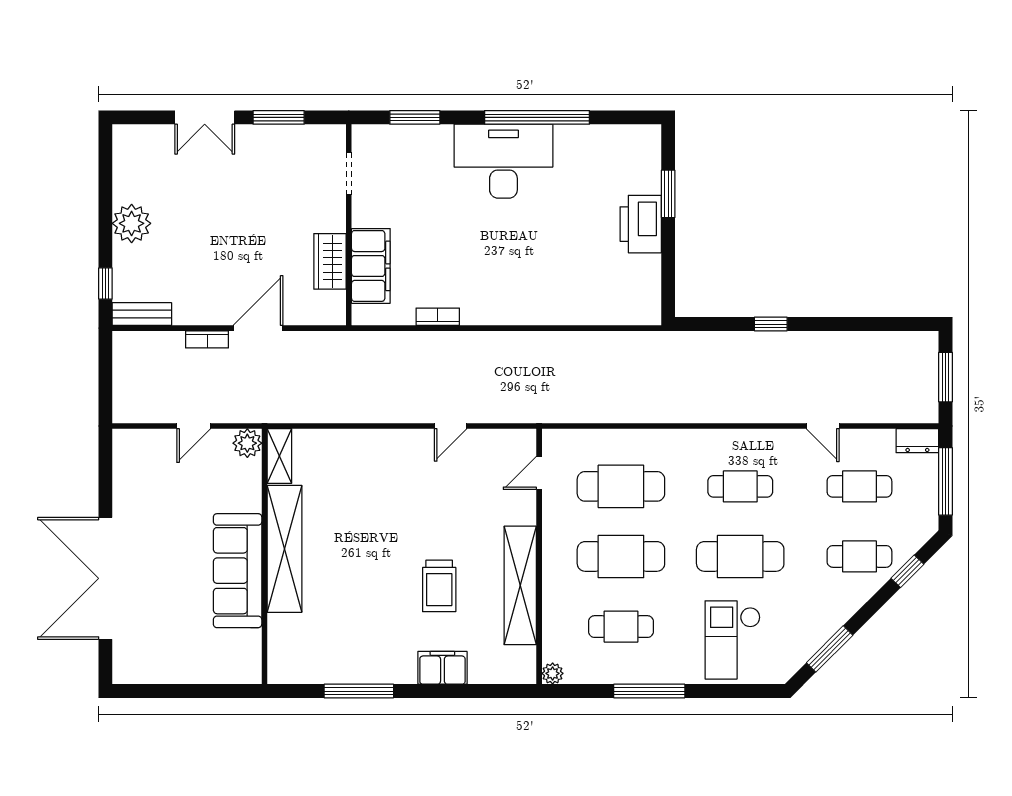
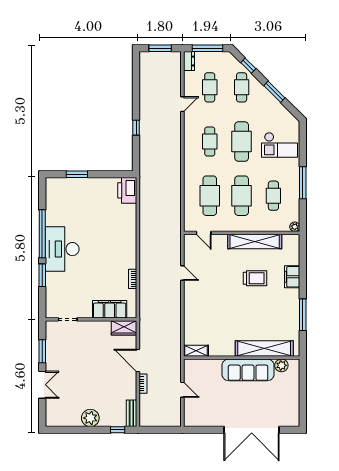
window: (415, 117) -> (42, 275), moved
printer: (641, 224) -> (127, 190), moved, turned 90
wardrobe: (330, 261) -> (124, 328), moved
plant: (247, 443) -> (281, 365), moved
shelving: (284, 549) -> (264, 349), moved
window: (830, 649) -> (274, 92), moved

